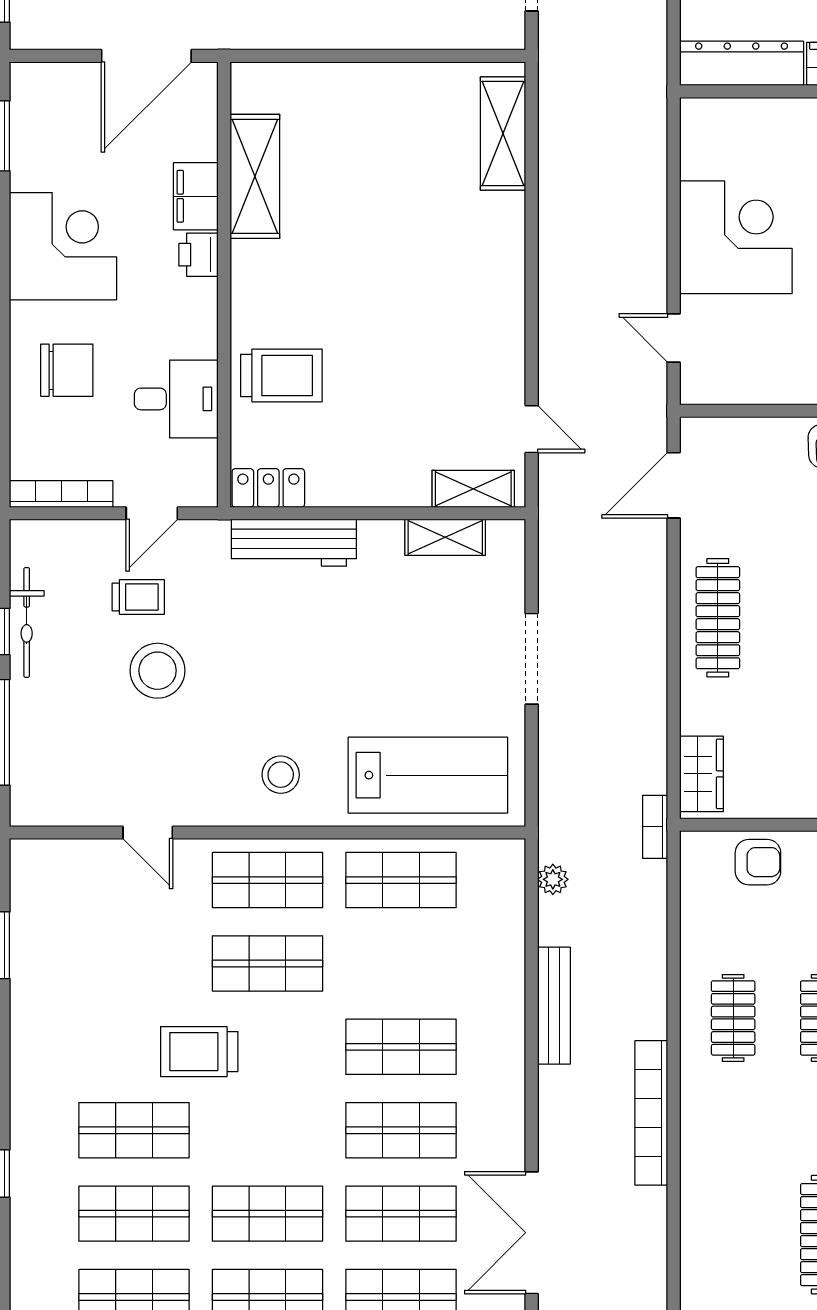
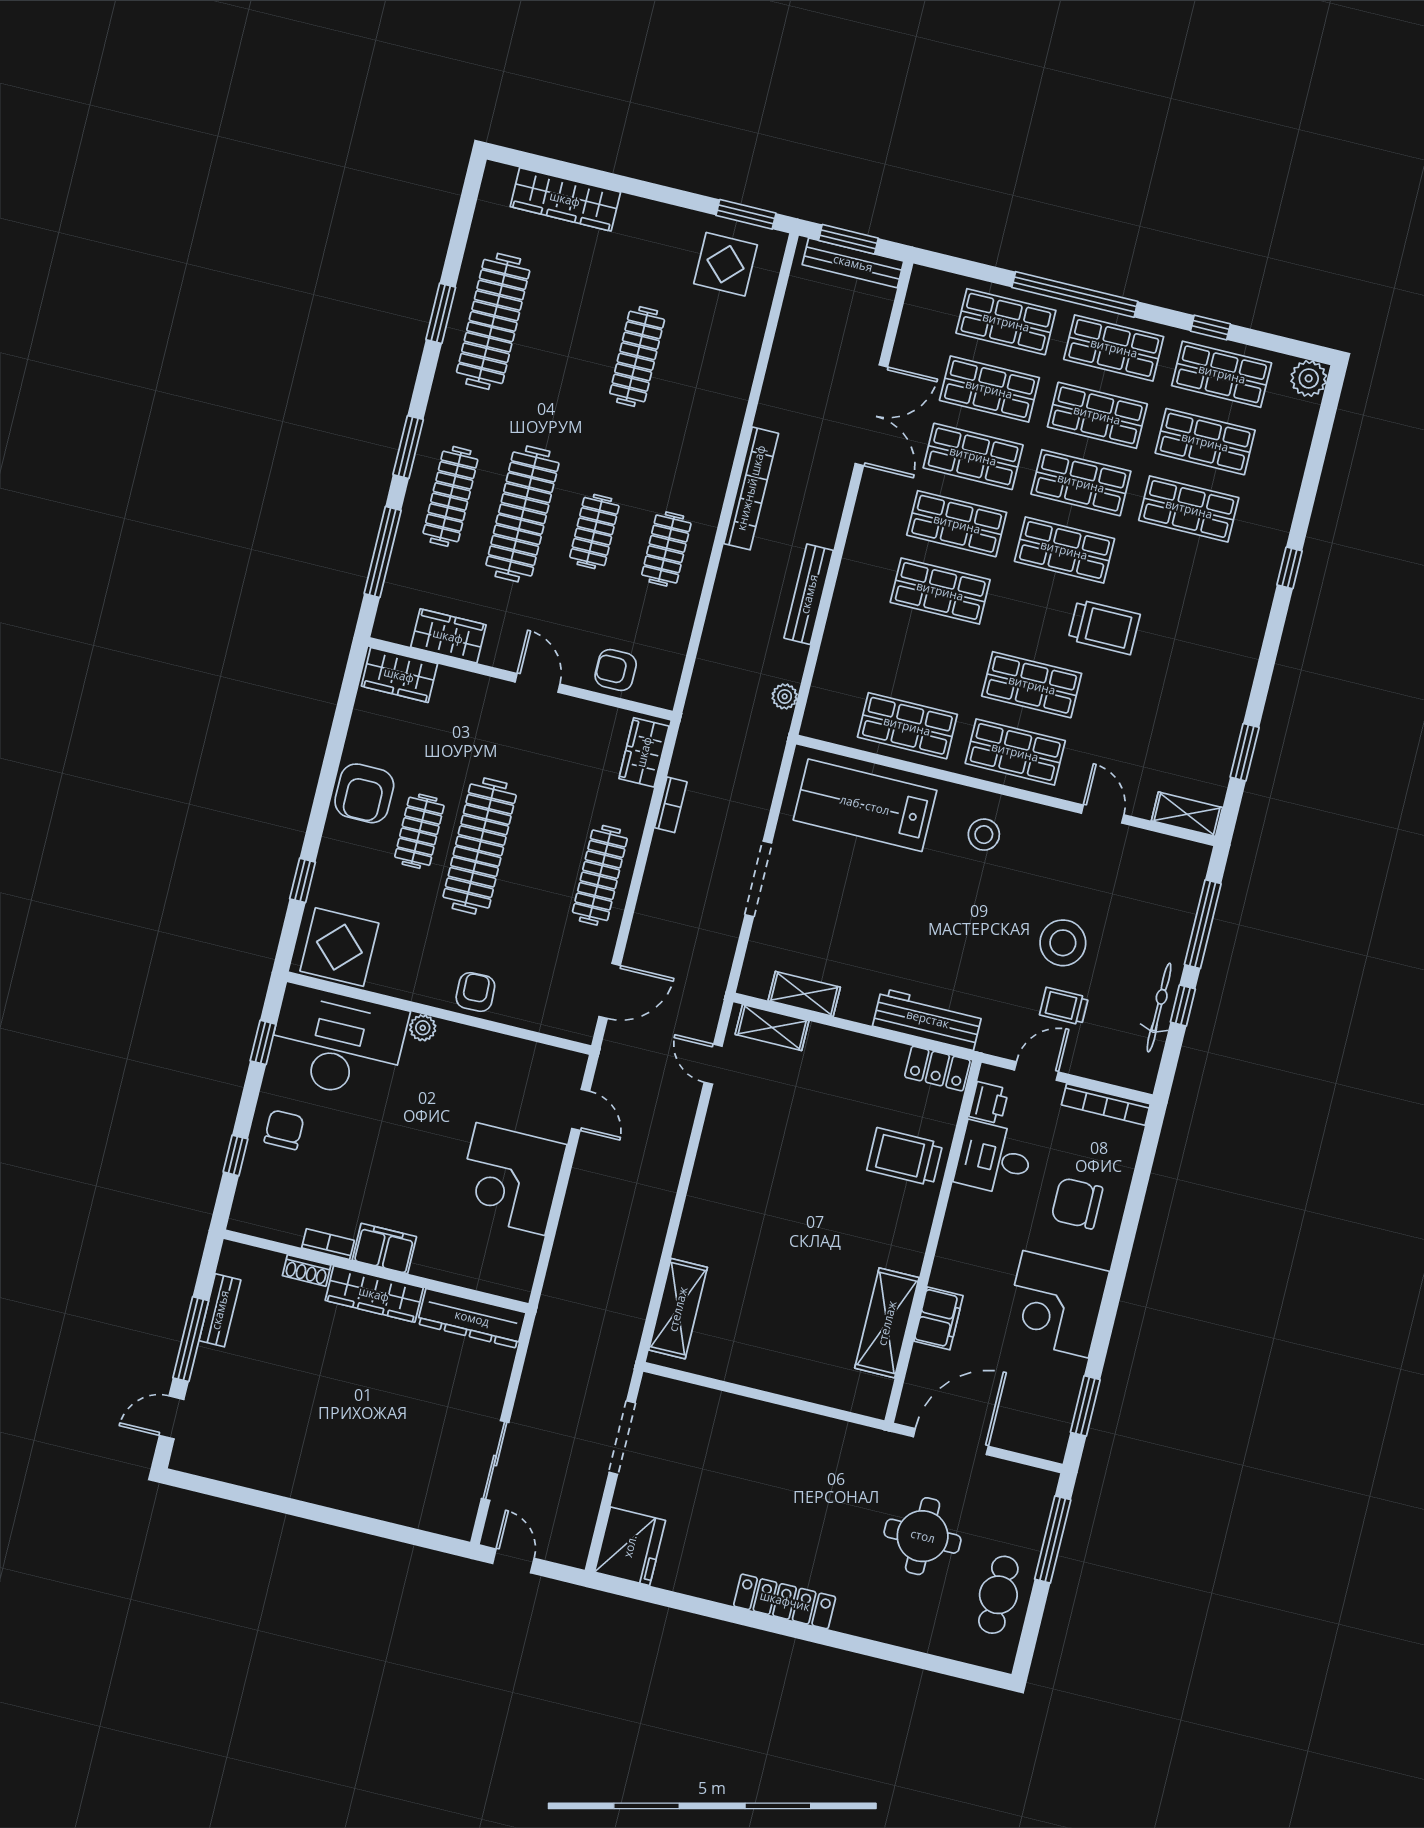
printer: (199, 255) -> (989, 1103), moved
bookcase: (655, 827) -> (671, 805), moved
shelving: (49, 856) -> (1187, 814), added
shop shelf: (134, 1130) -> (1064, 550), moved

